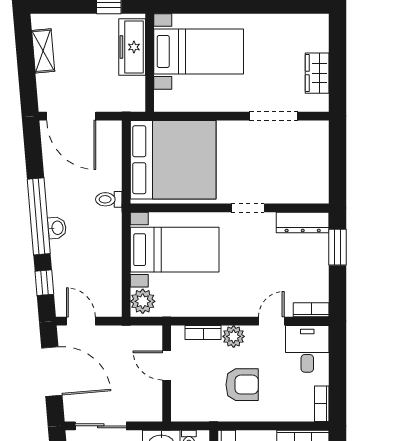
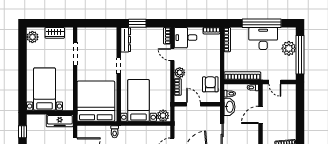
plant: (308, 26) -> (32, 37), added
freezer: (132, 47) -> (60, 121), moved
door: (167, 365) -> (193, 104), swing flipped
armchair: (242, 385) -> (210, 84), moved

